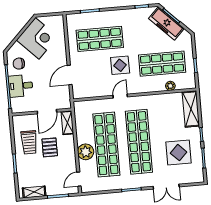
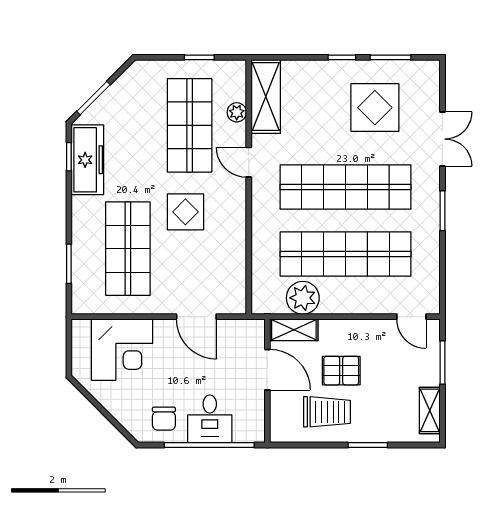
freezer: (166, 23) -> (87, 160), moved, turned -45
corner desk: (37, 38) -> (122, 350), moved, turned 135
door: (120, 96) -> (249, 162), moved
shelving: (191, 109) -> (266, 97), moved, turned 90
plant: (86, 152) -> (303, 298), moved

